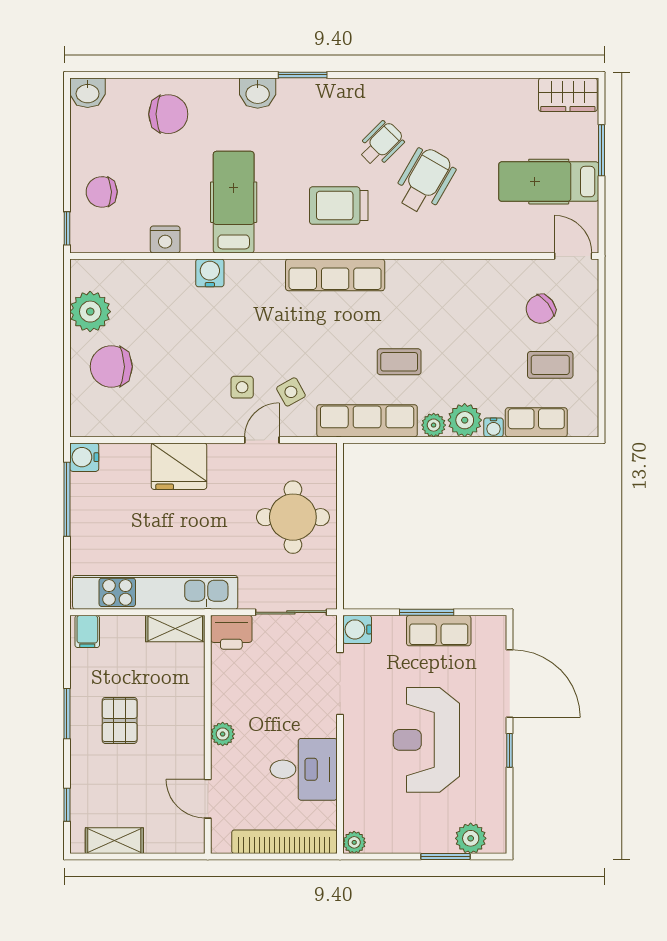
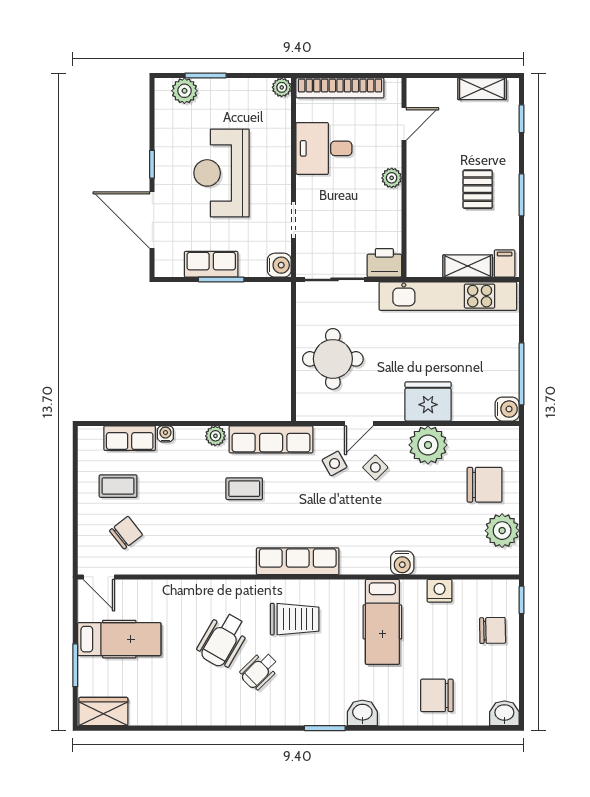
side table: (242, 387) -> (375, 467), turned 45
plant: (465, 420) -> (428, 445), moved, width x1.36, depth x1.36
shelving: (175, 629) -> (468, 266), moved
doorway: (340, 684) -> (294, 220), width x0.73
reception desk: (426, 740) -> (221, 173), turned 180
door: (208, 799) -> (404, 124), hinge flipped

